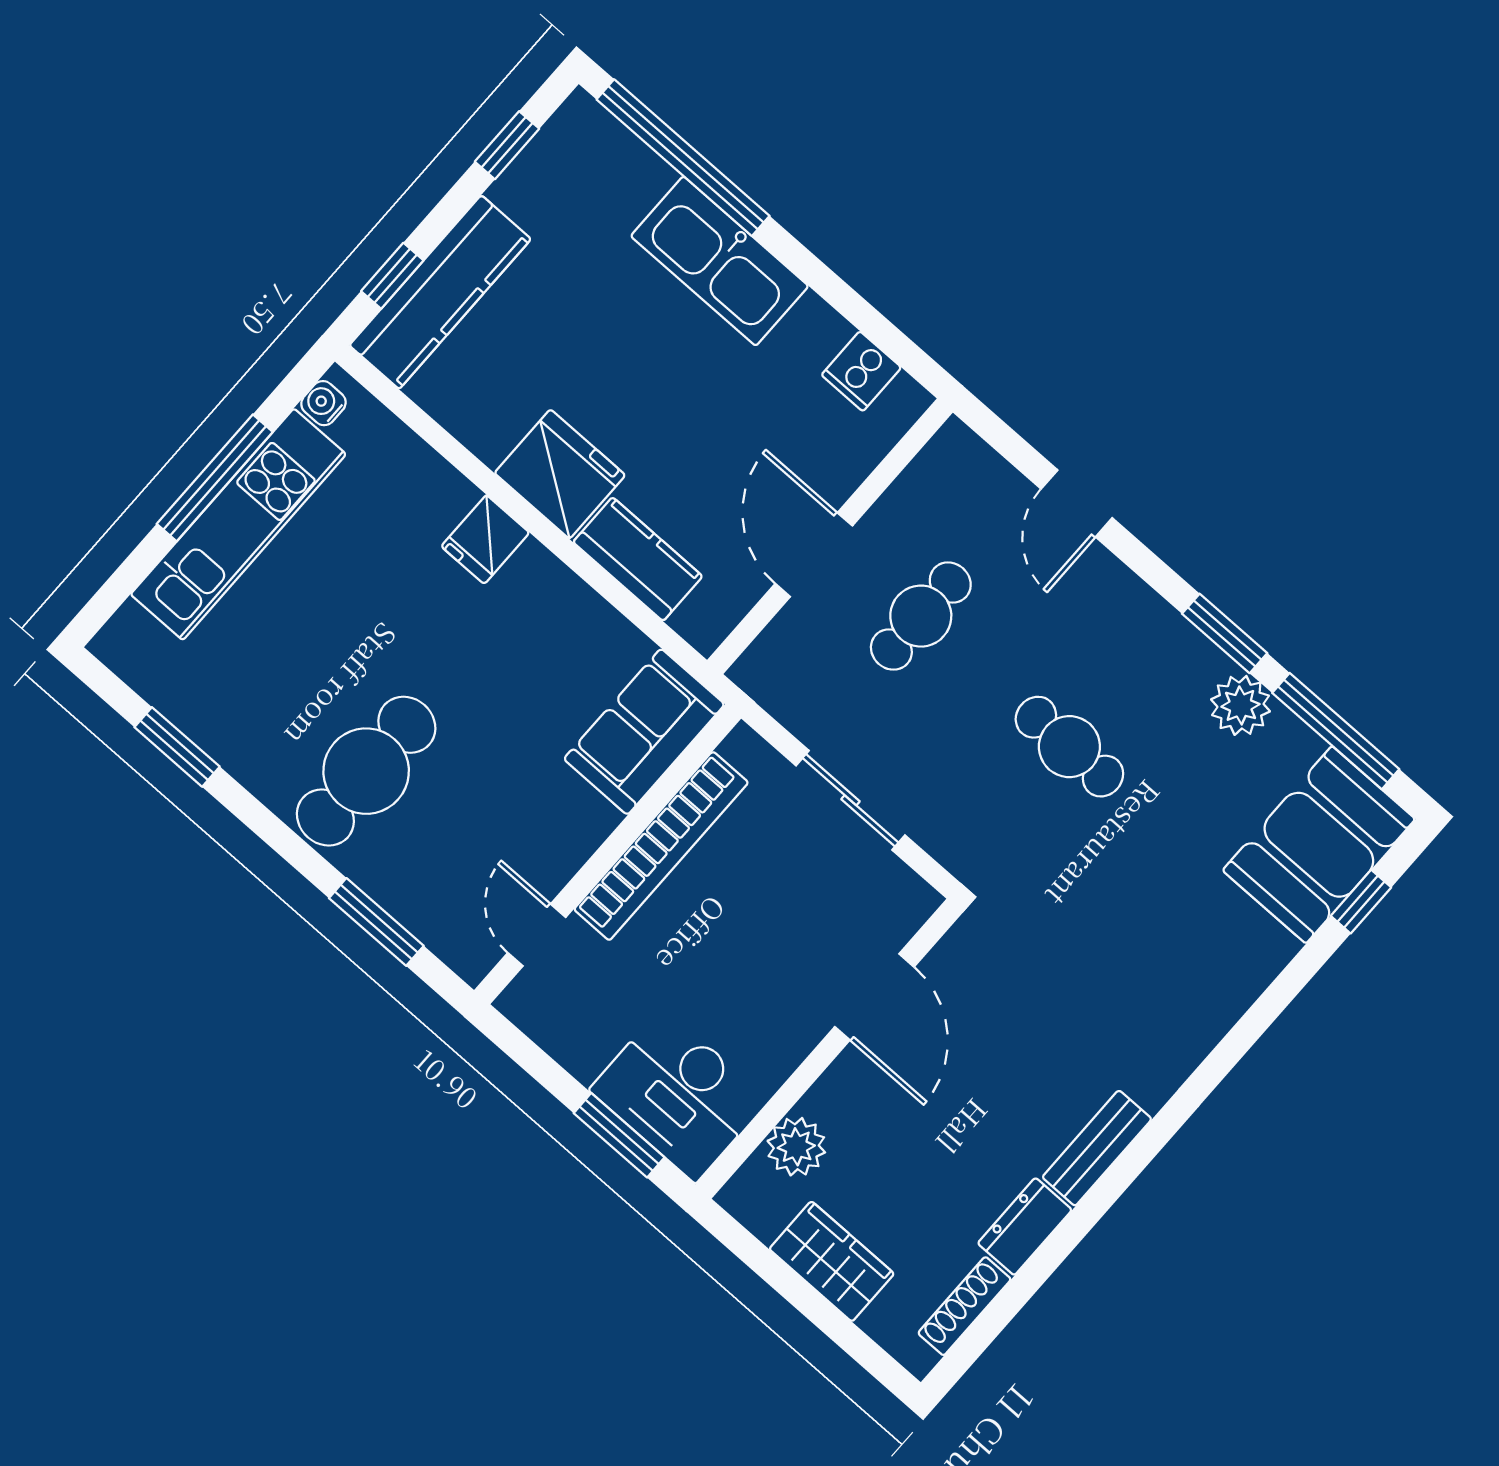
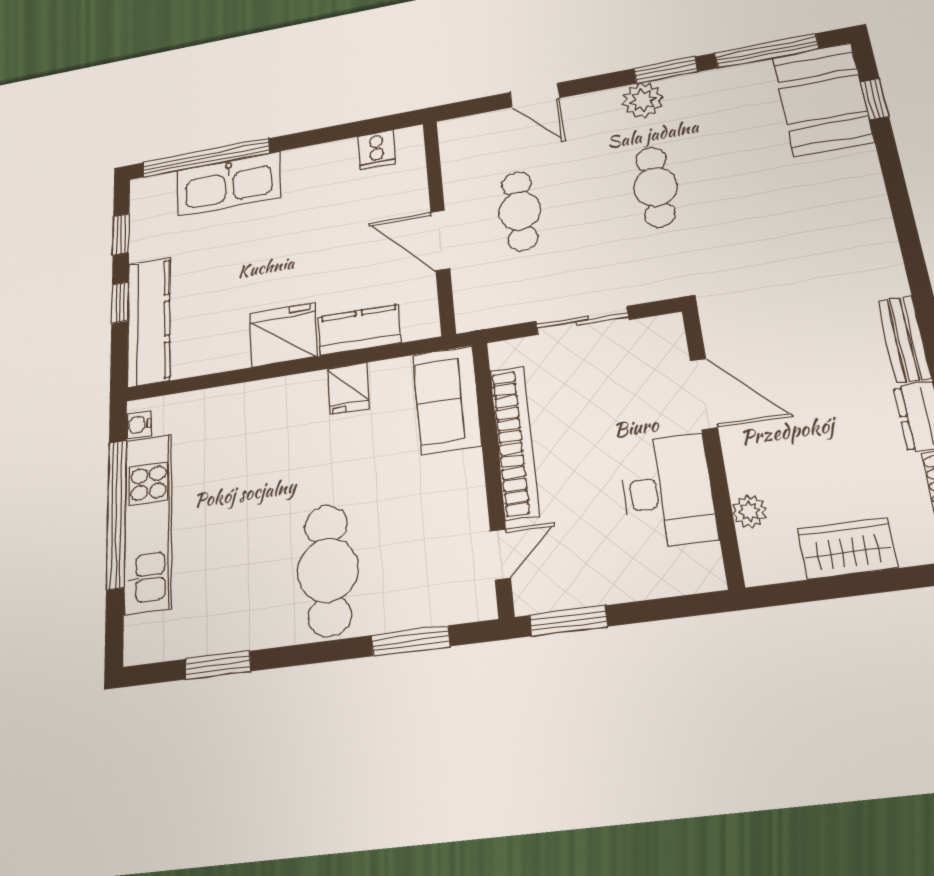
kitchen sink: (720, 261) -> (229, 184), moved
window: (392, 276) -> (120, 303), moved
window: (215, 478) -> (116, 514), width x1.46
fridge: (485, 539) -> (348, 389), moved
plant: (1240, 705) -> (643, 100), moved
cafe table: (1069, 747) -> (655, 187), turned 90
door: (537, 935) -> (500, 555), swing flipped
desk: (679, 1095) -> (667, 491), moved, turned -90
window: (619, 1135) -> (568, 621), moved
plant: (796, 1147) -> (749, 511), width x0.73, depth x0.73

